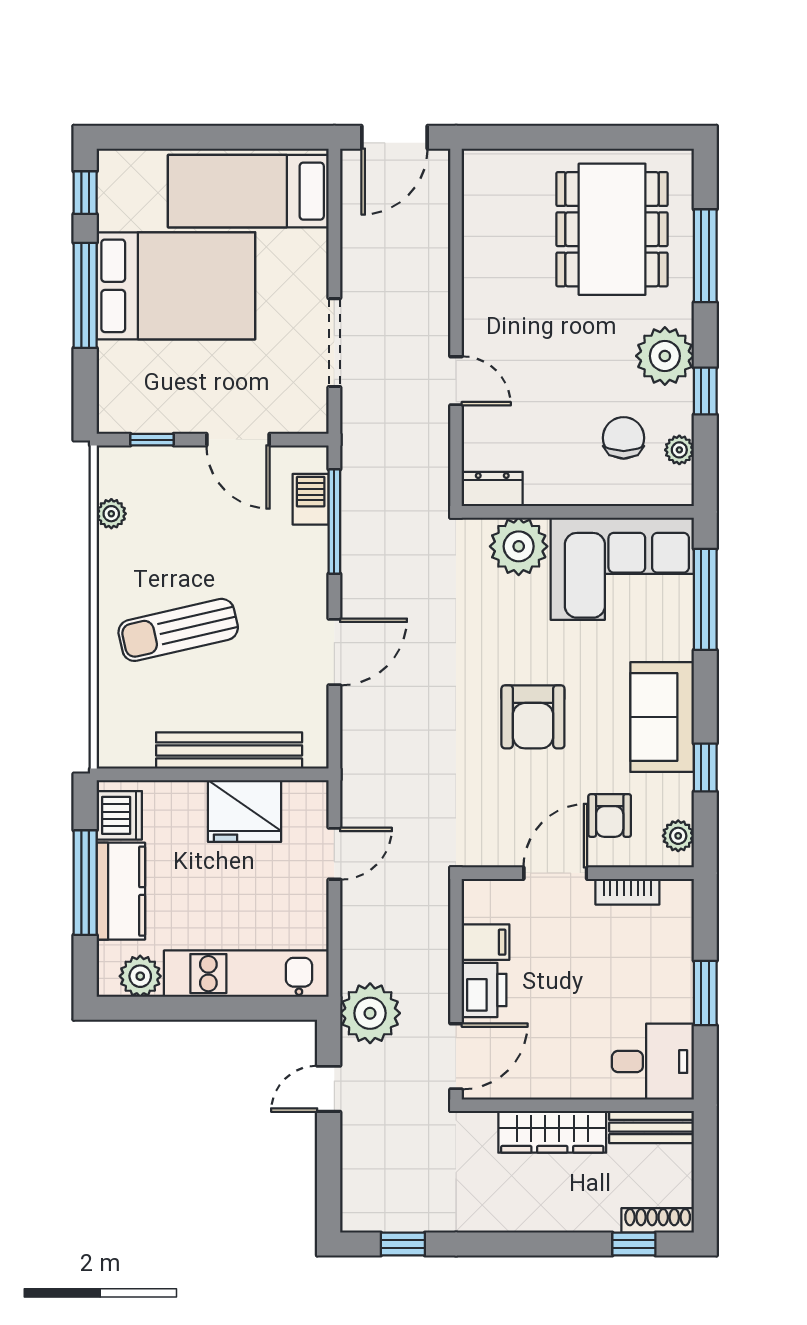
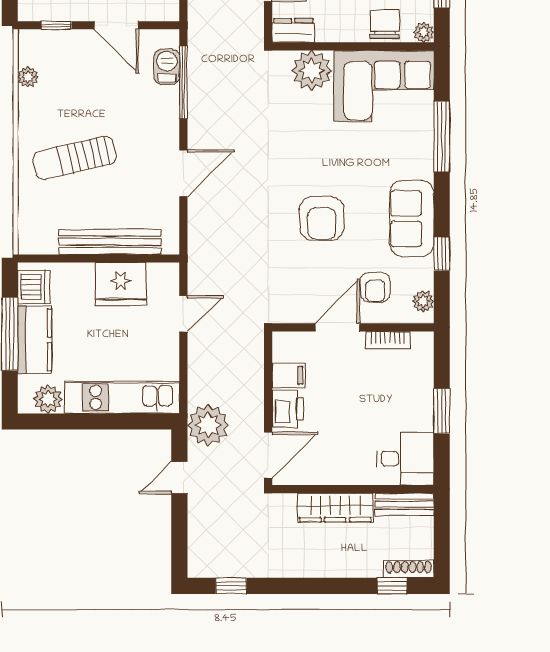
dresser: (492, 489) -> (293, 31), moved
wall: (578, 512) -> (353, 46), moved
plant: (519, 546) -> (312, 70), moved
corner sofa: (622, 569) -> (384, 86), moved

